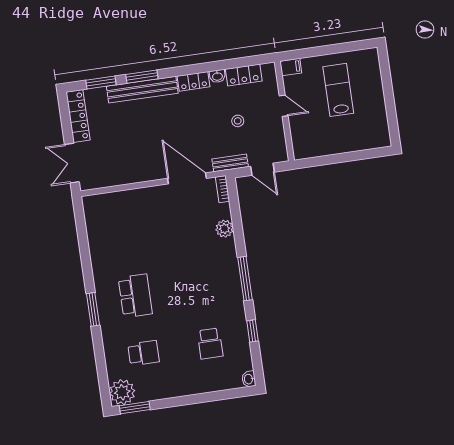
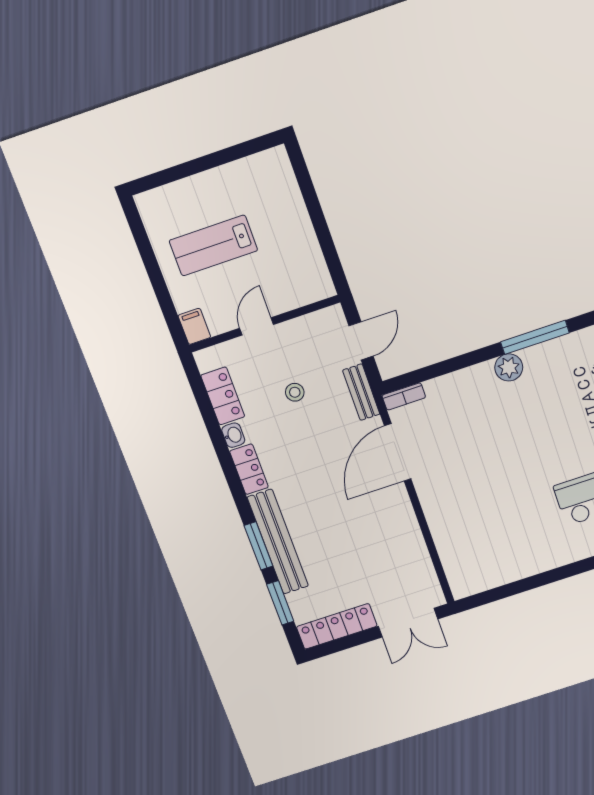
plant: (225, 229) -> (509, 367), moved

